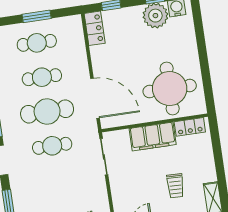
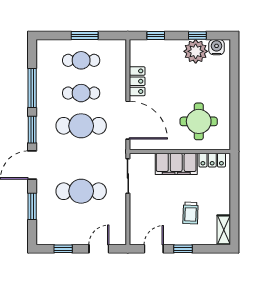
locker: (95, 28) -> (137, 81), moved
round table: (170, 89) -> (199, 121), width x0.73, depth x0.73
cafe table: (52, 146) -> (81, 191), moved, width x1.37, depth x1.35

